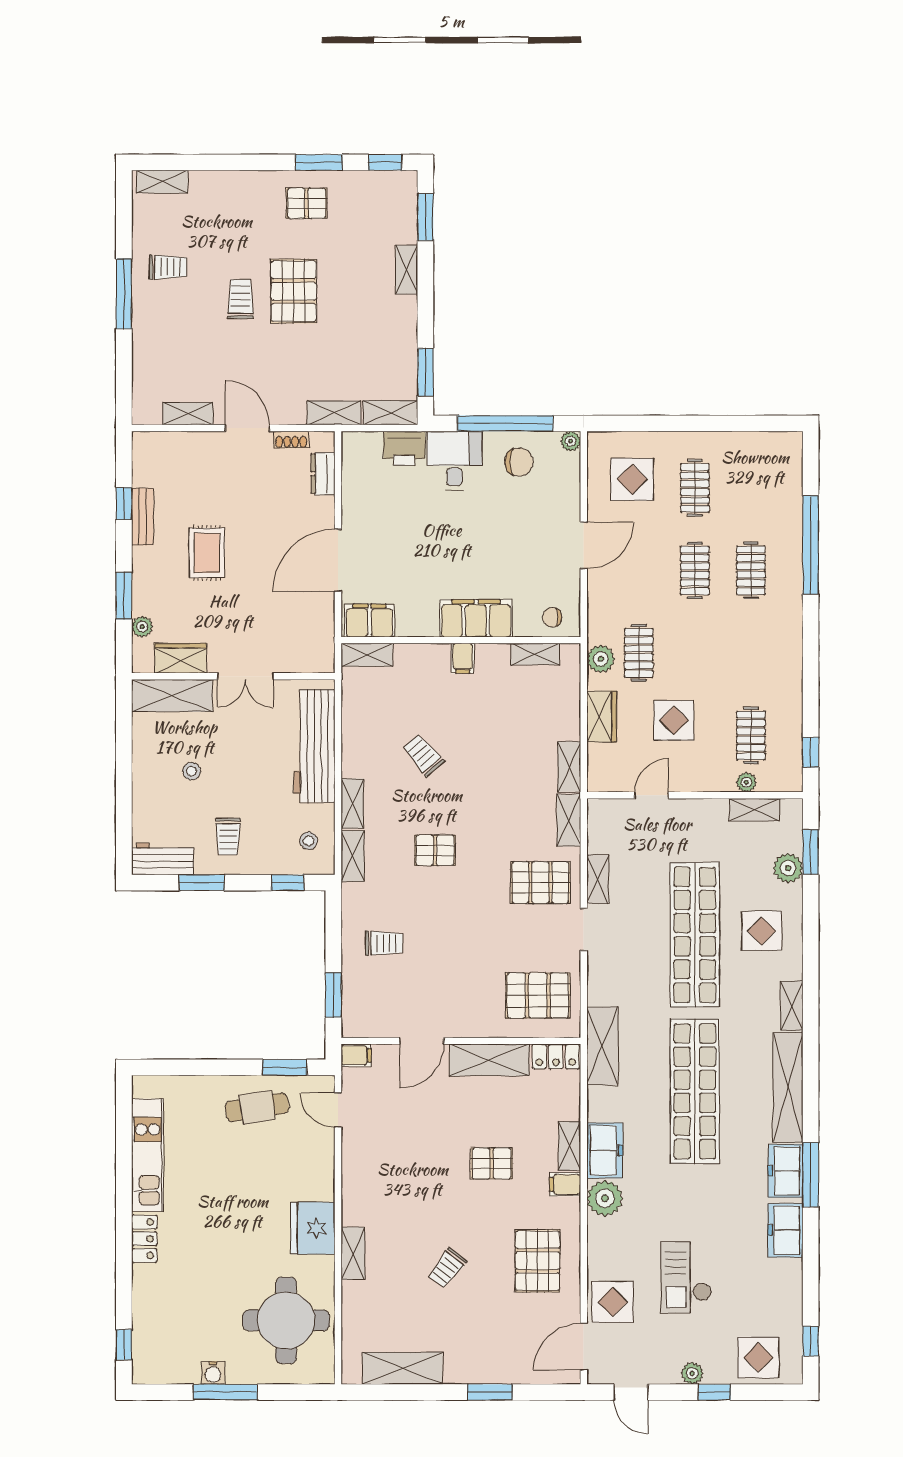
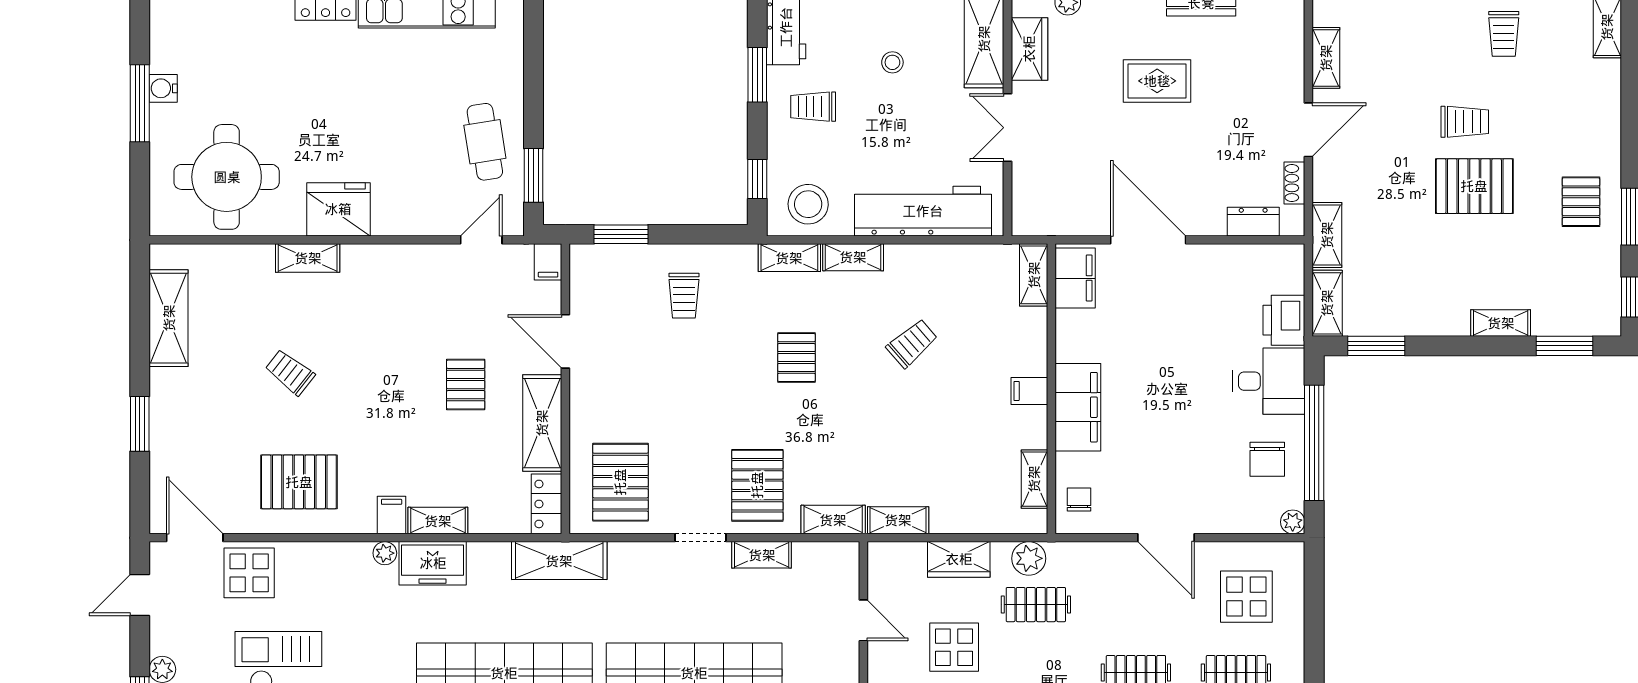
stool: (309, 841) -> (808, 204), width x1.89, depth x1.89
pallet: (492, 1163) -> (466, 385), moved
plant: (605, 1198) -> (385, 553), width x0.53, depth x0.53

